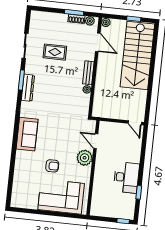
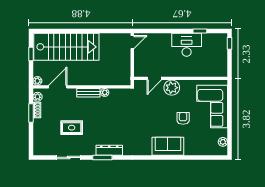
rug: (55, 52) -> (72, 128), turned 90
sofa: (27, 134) -> (168, 146), moved
plant: (24, 204) -> (223, 142), added

